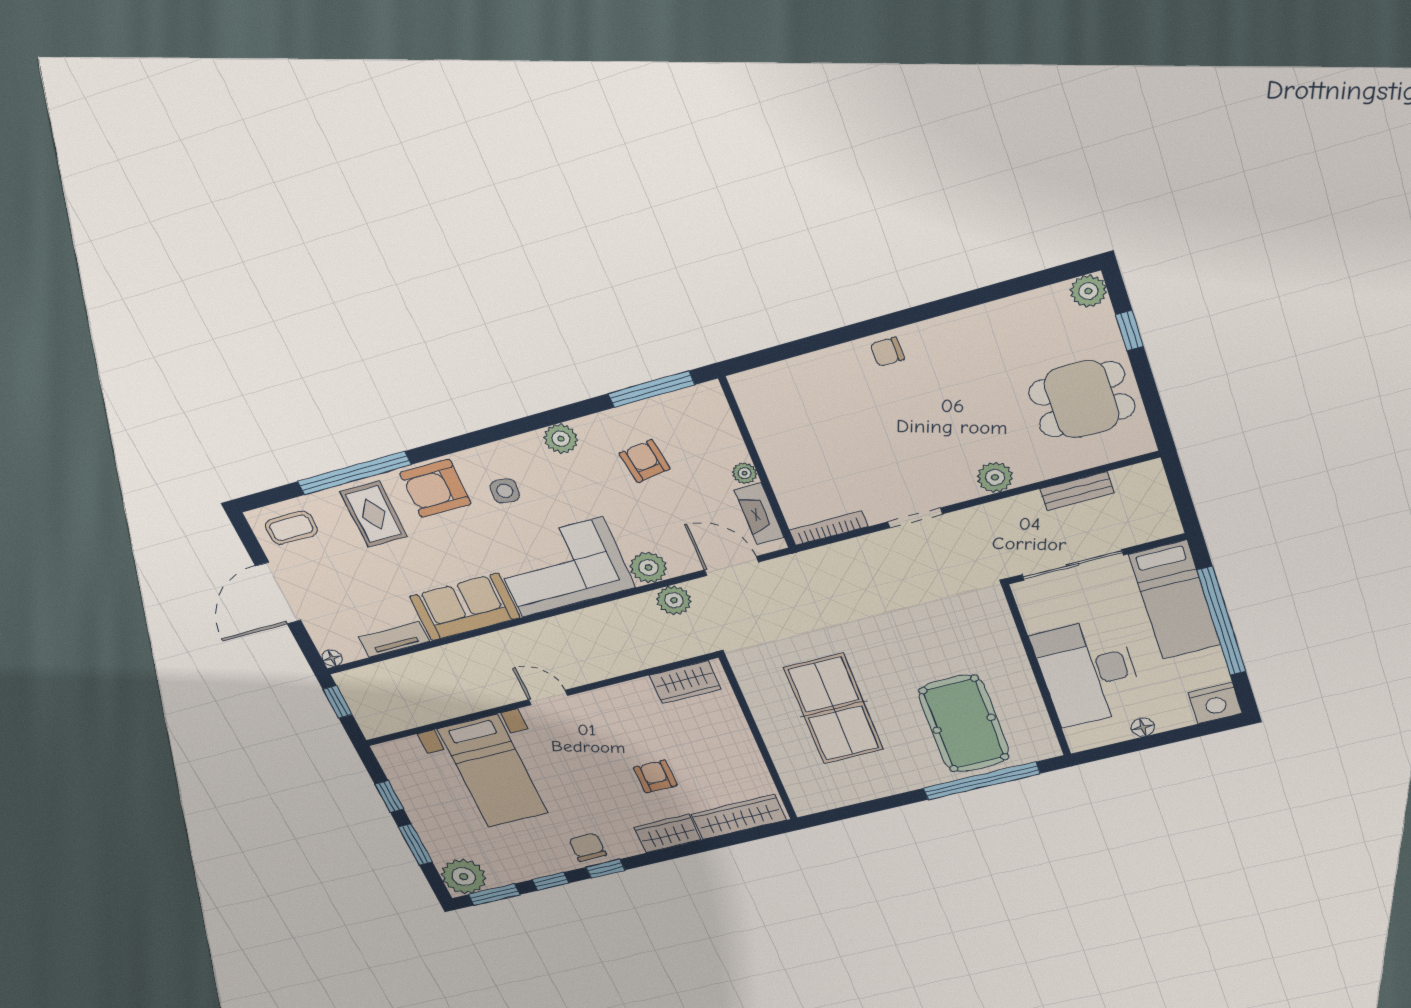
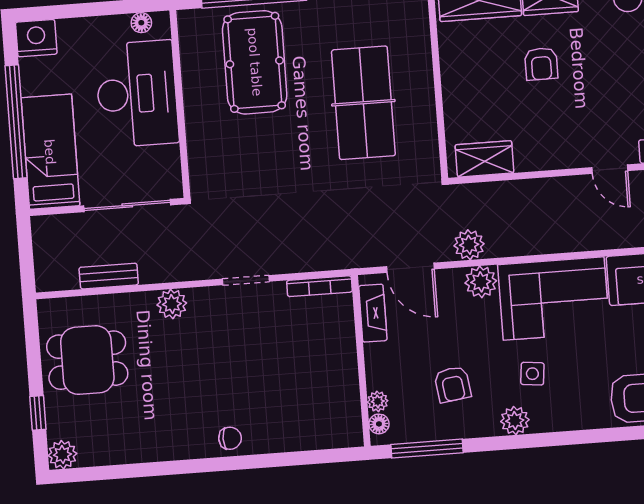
floor lamp: (716, 403) -> (379, 424), added
plant: (745, 473) -> (378, 401), moved
side table: (505, 491) -> (532, 374), moved
floor lamp: (1143, 727) -> (141, 23), moved

